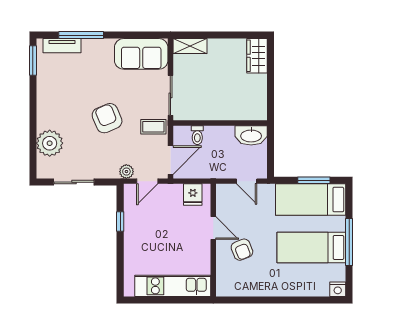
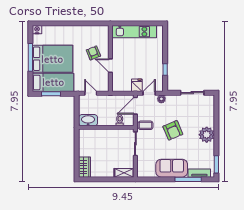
sofa: (141, 54) -> (172, 168), moved
plant: (50, 143) -> (207, 135), moved
fridge: (193, 195) -> (137, 85), moved
bed: (311, 247) -> (52, 59), width x1.50

